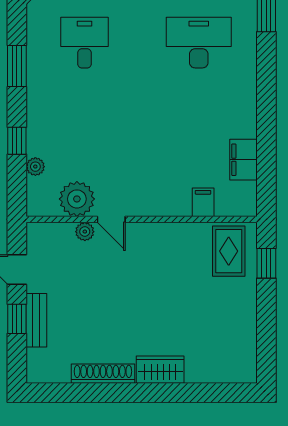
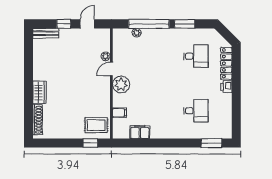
desk: (199, 43) -> (196, 111), width x0.73
window: (17, 141) -> (149, 24), width x3.17
plant: (77, 199) -> (121, 84), moved
bench: (36, 320) -> (46, 33), moved
shoe rack: (103, 374) -> (38, 120), moved

